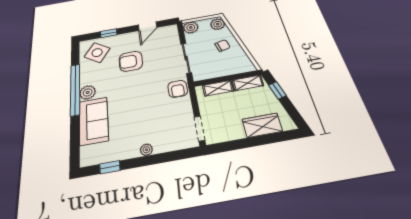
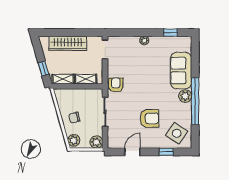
wardrobe: (262, 125) -> (68, 43), width x1.50

